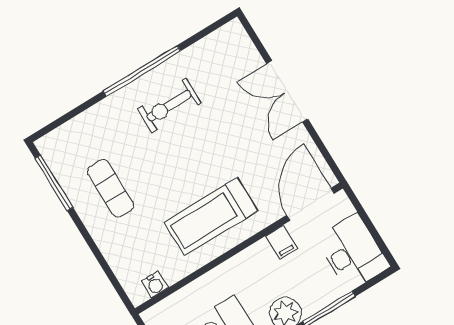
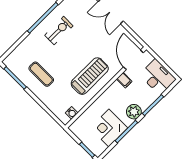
exercise bike: (169, 106) -> (59, 31), turned 180
treadmill: (211, 216) -> (90, 76), turned 180

